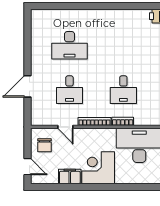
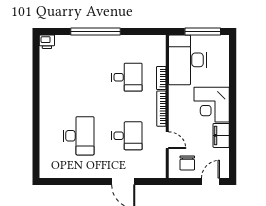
door: (65, 127) -> (167, 140), hinge flipped
chair: (44, 145) -> (187, 163), turned 90

